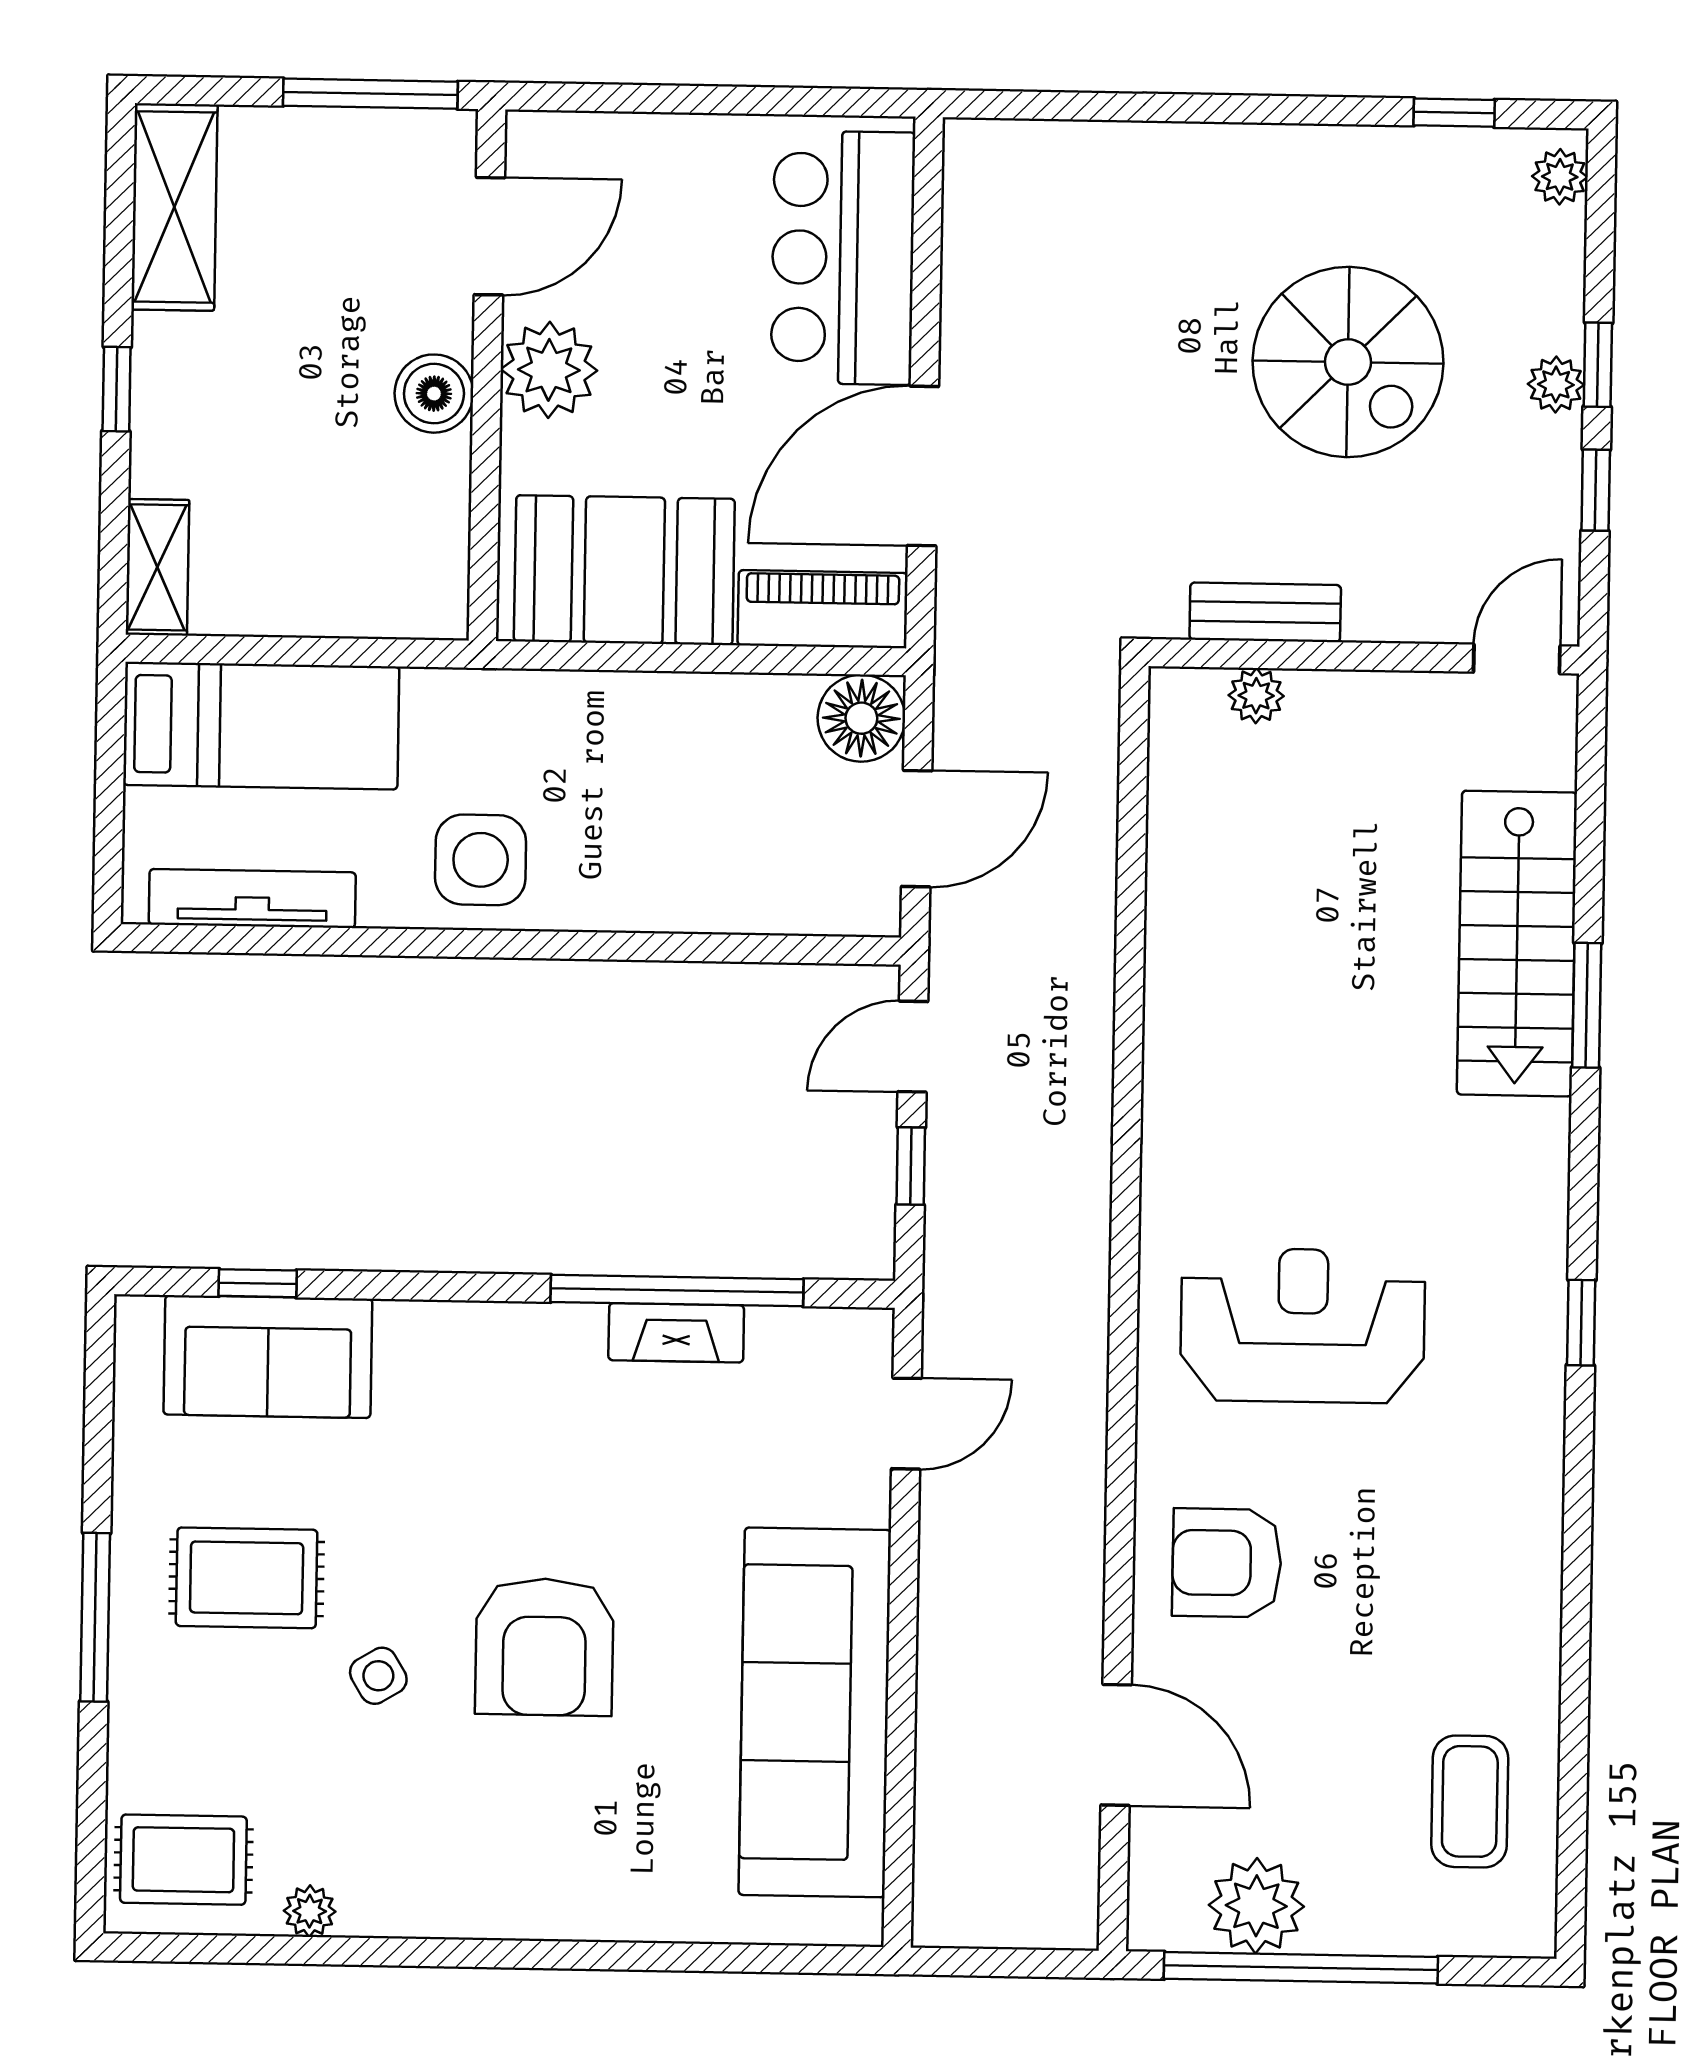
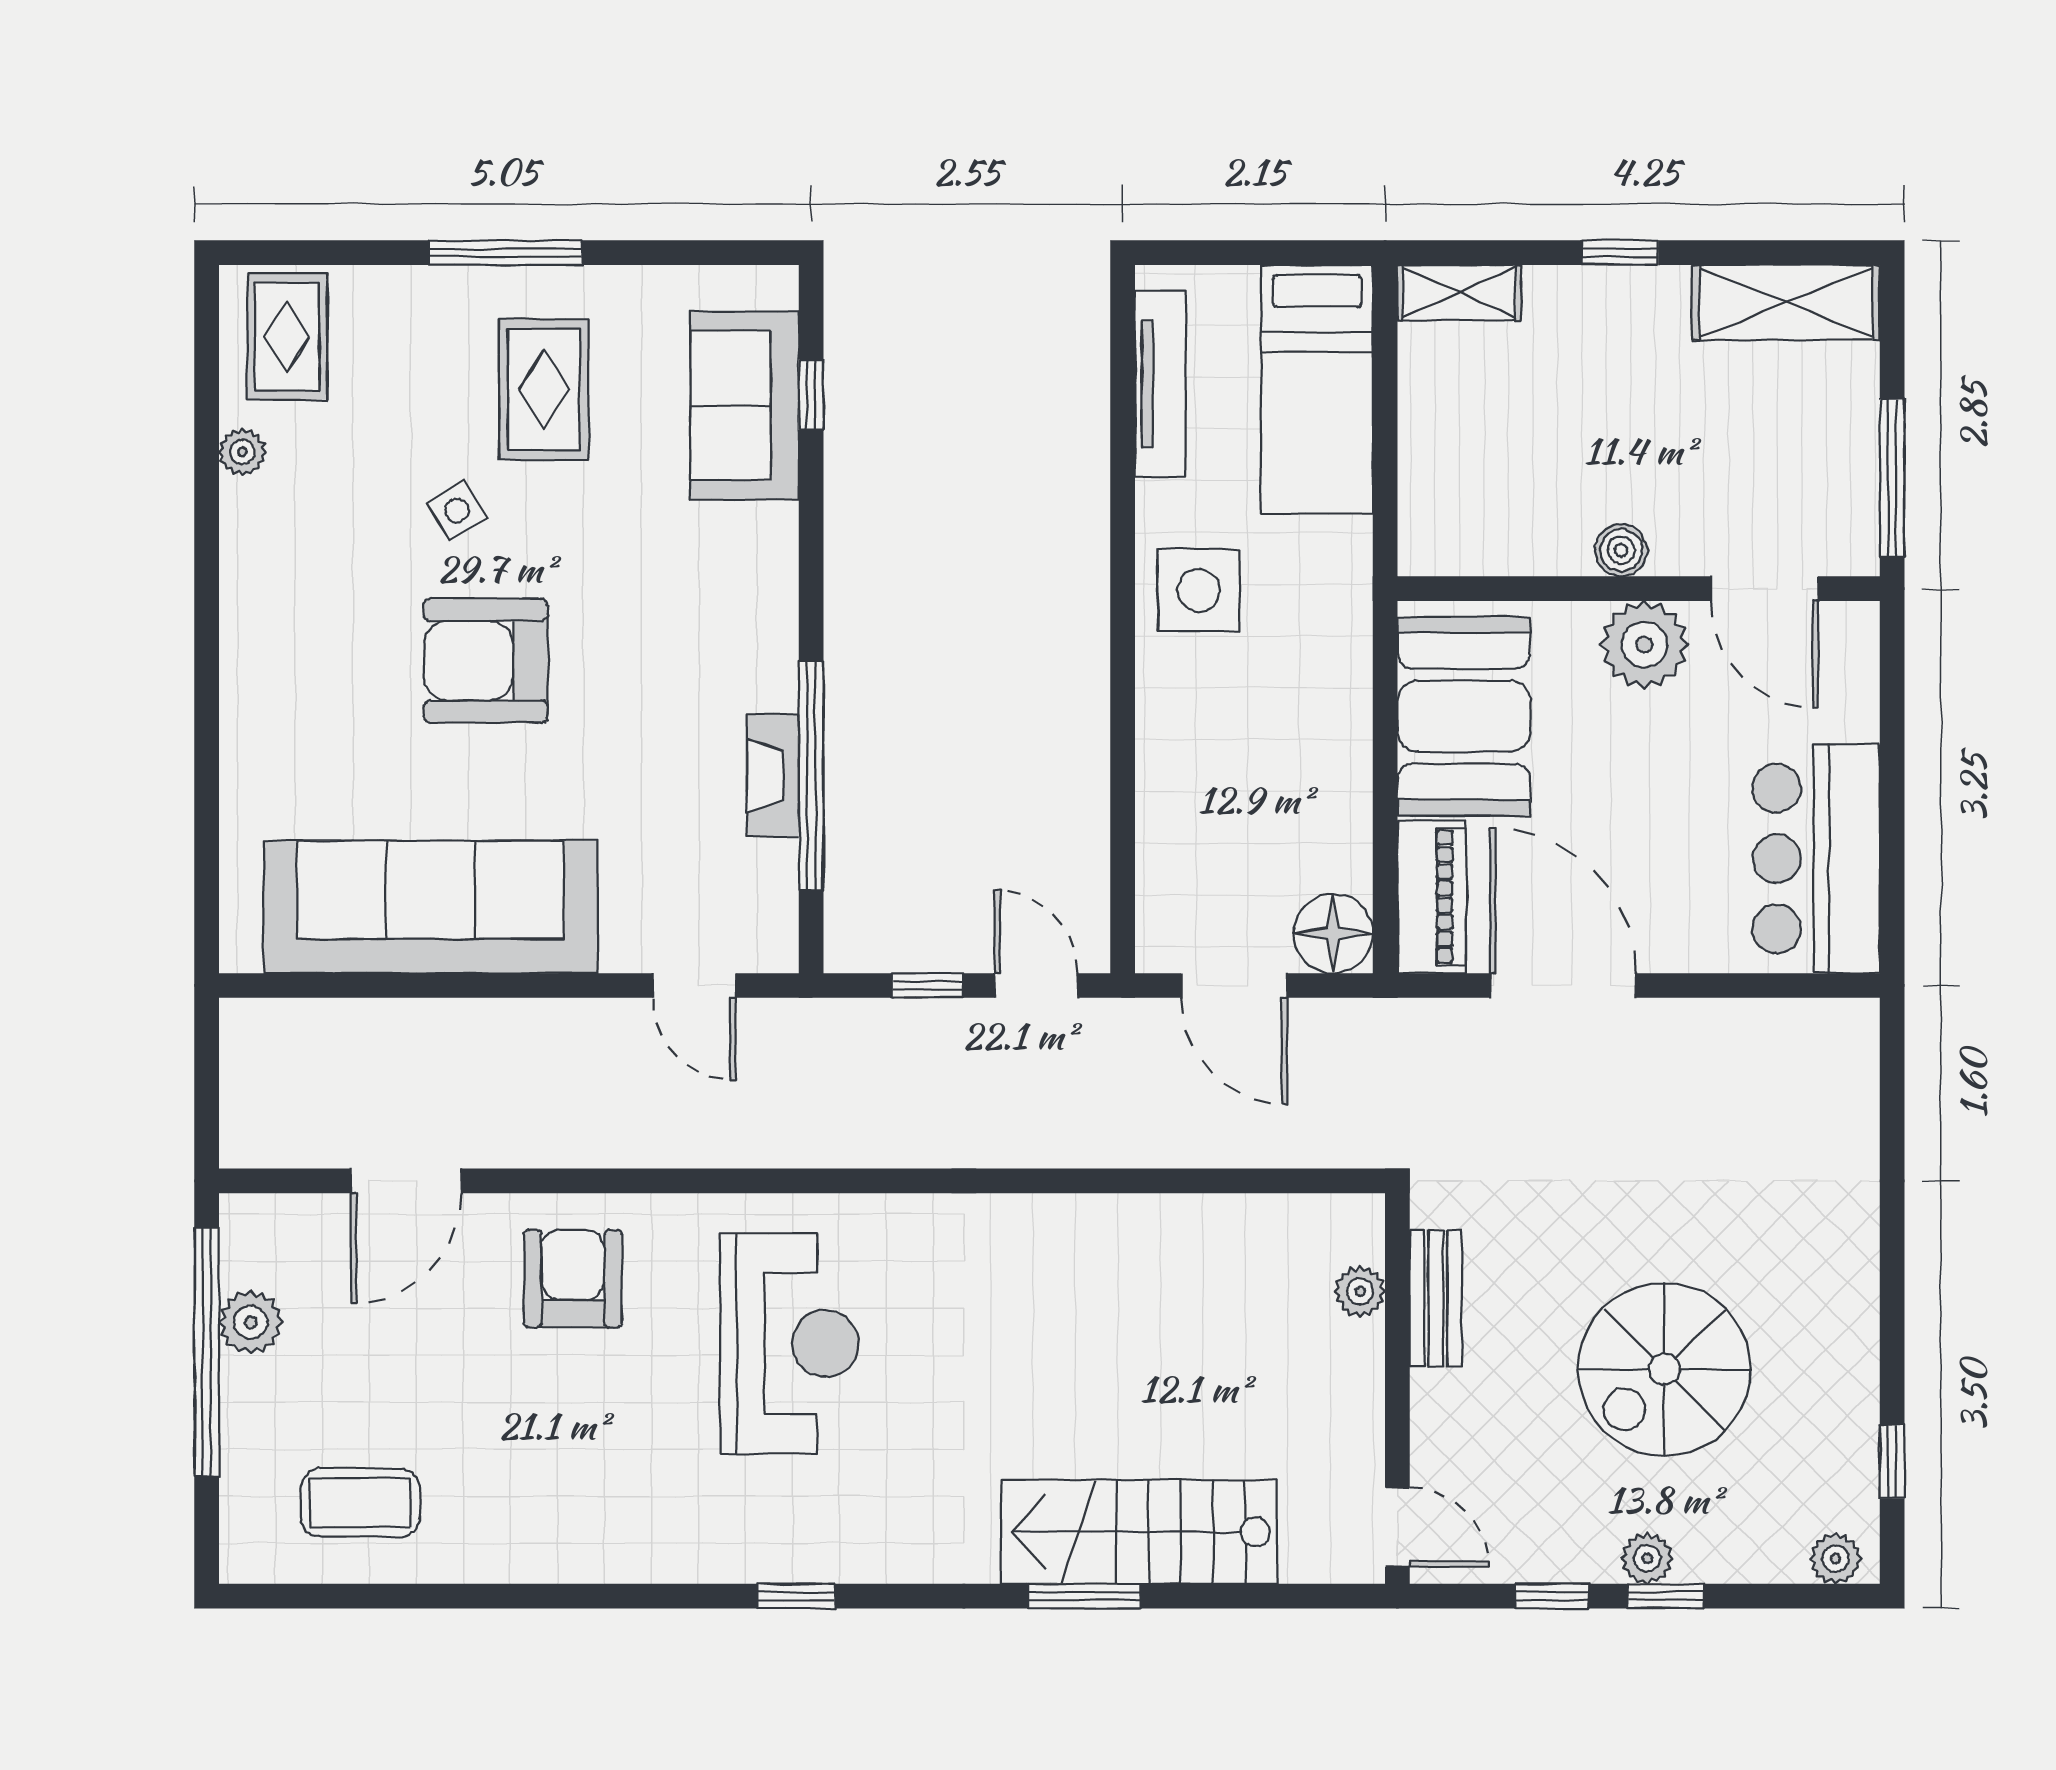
bar counter: (843, 258) -> (1816, 859), moved, turned -90
boiler: (434, 394) -> (1621, 550), width x0.73, depth x0.73
plant: (1256, 1906) -> (251, 1322), width x0.73, depth x0.73

